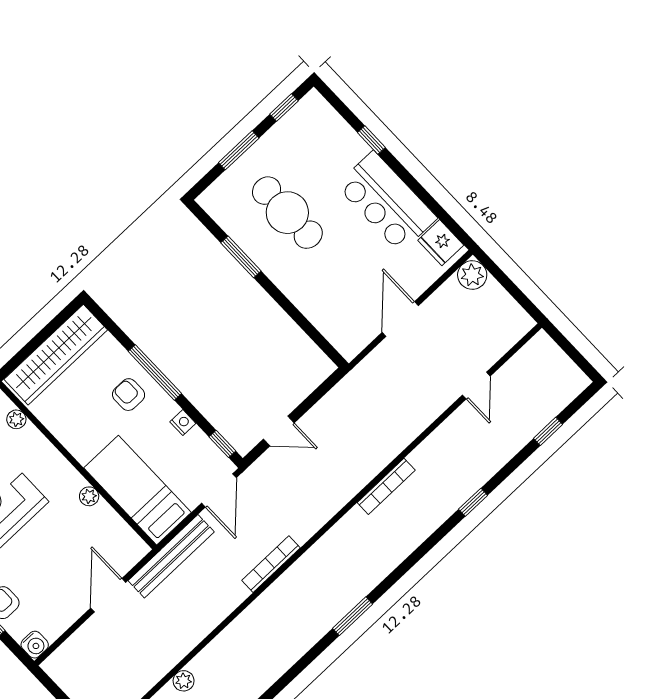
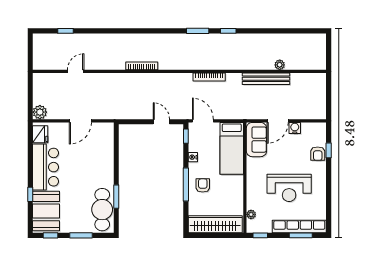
booth: (325, 137) -> (46, 211), added
cafe table: (287, 213) -> (102, 210), moved
armchair: (129, 395) -> (203, 185), turned 180
door: (219, 490) -> (203, 121), hinge flipped
plant: (89, 496) -> (251, 162), removed
window: (473, 502) -> (228, 31), moved
sofa: (113, 538) -> (256, 140), added
bench: (171, 556) -> (266, 79), moved
water cooler: (35, 645) -> (295, 128), moved

